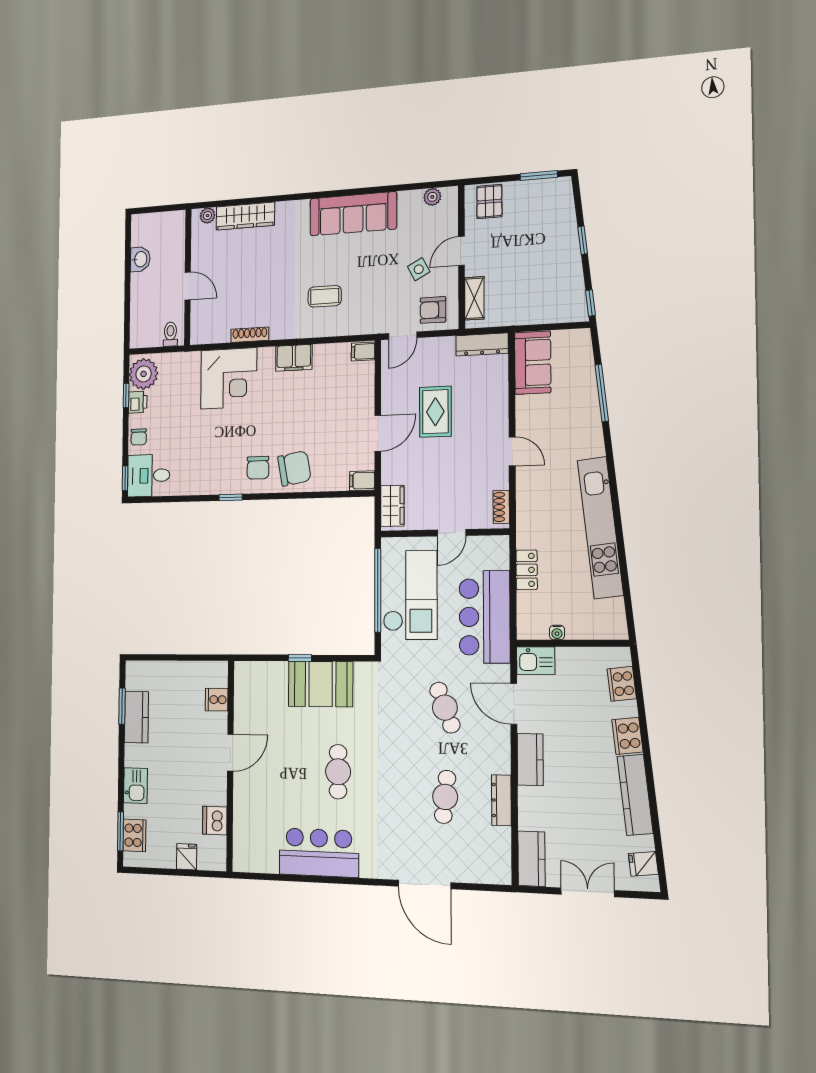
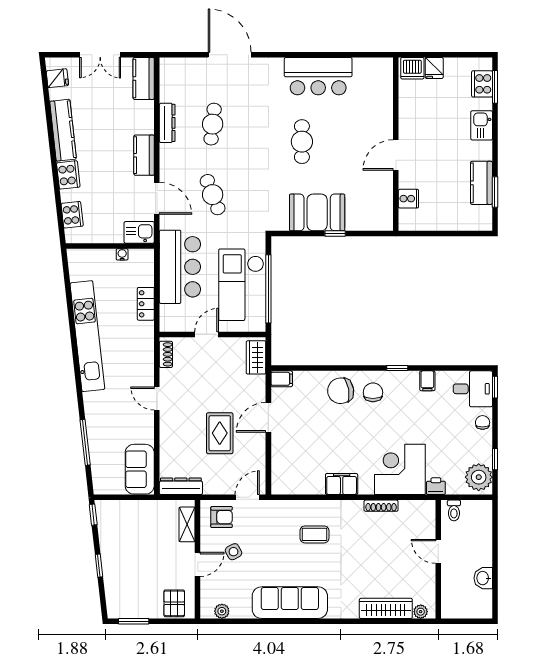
filing cabinet: (363, 351) -> (427, 381), moved, turned 90
printer: (138, 402) -> (436, 486), moved, turned 90
dishwasher: (215, 821) -> (412, 68), moved, turned 90

